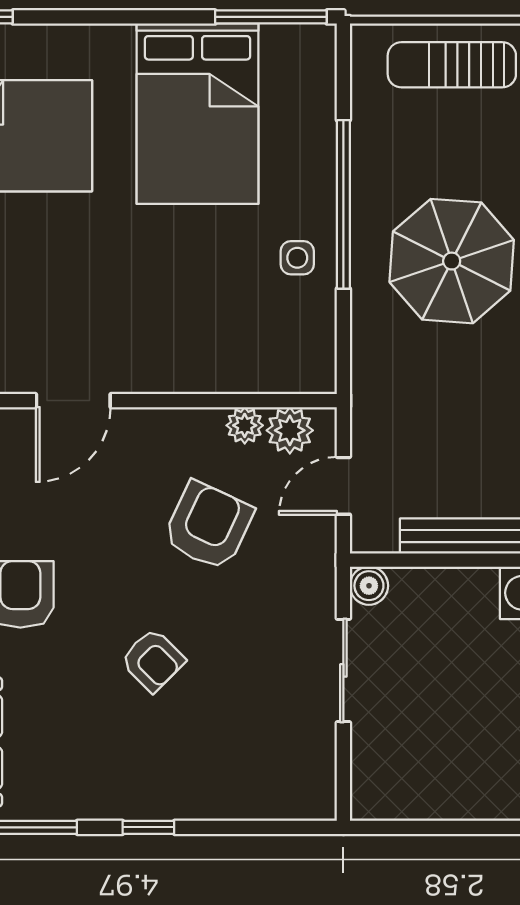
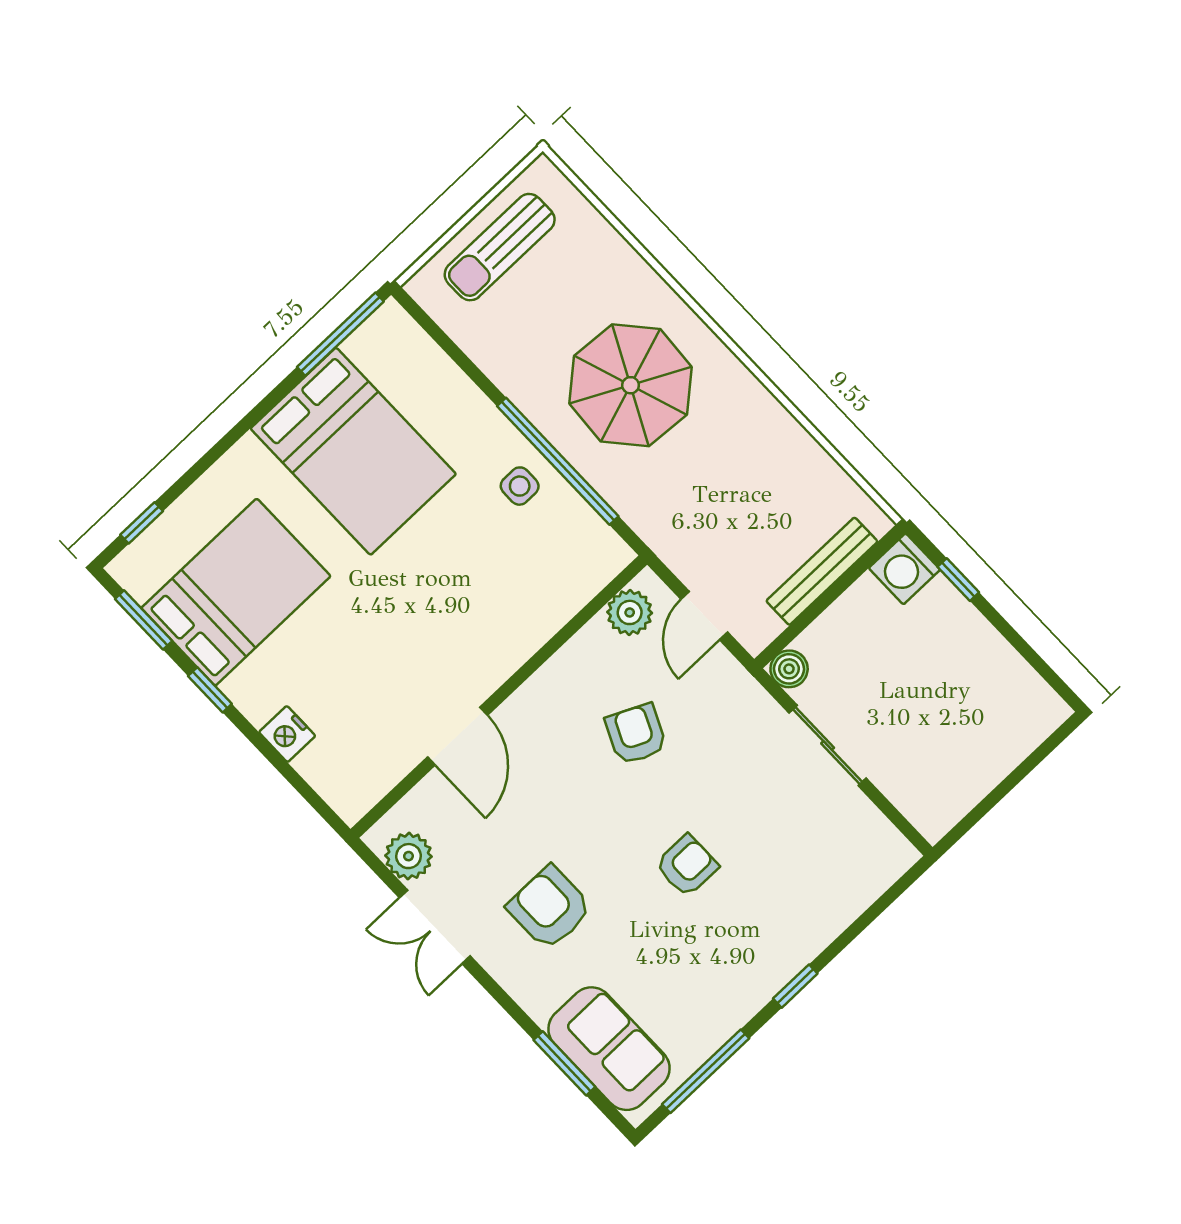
window: (343, 204) -> (558, 461), moved
plant: (245, 425) -> (595, 639), removed
armchair: (208, 526) -> (636, 734), width x0.72, depth x0.72
armchair: (153, 660) -> (687, 866), turned -45

